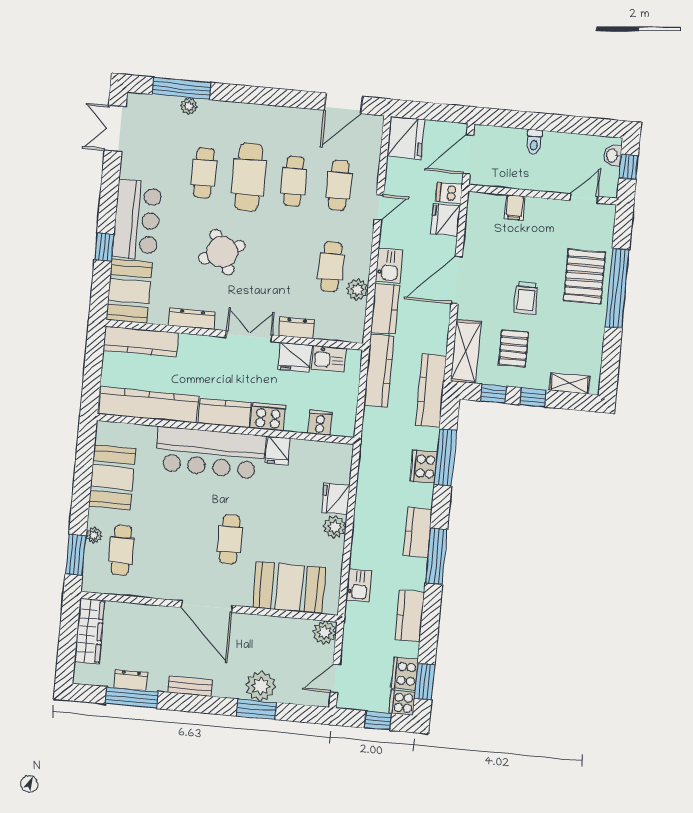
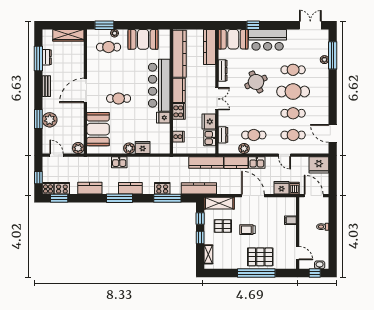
dresser: (296, 328) -> (223, 135), moved
kitchen sink: (359, 585) -> (119, 162), moved

